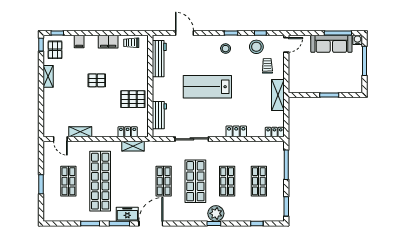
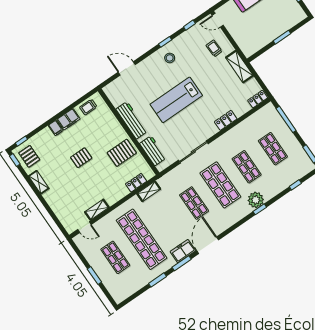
filing cabinet: (79, 41) -> (56, 128), moved
door: (286, 45) -> (218, 20), swing flipped
stool: (256, 47) -> (194, 39), removed
workbench: (159, 59) -> (132, 120), moved

